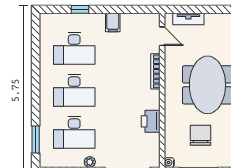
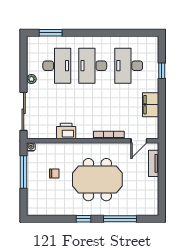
filing cabinet: (113, 23) -> (151, 105), width x2.00
desk: (74, 132) -> (57, 66), turned 180
chair: (200, 135) -> (54, 174), width x0.54, depth x0.54

